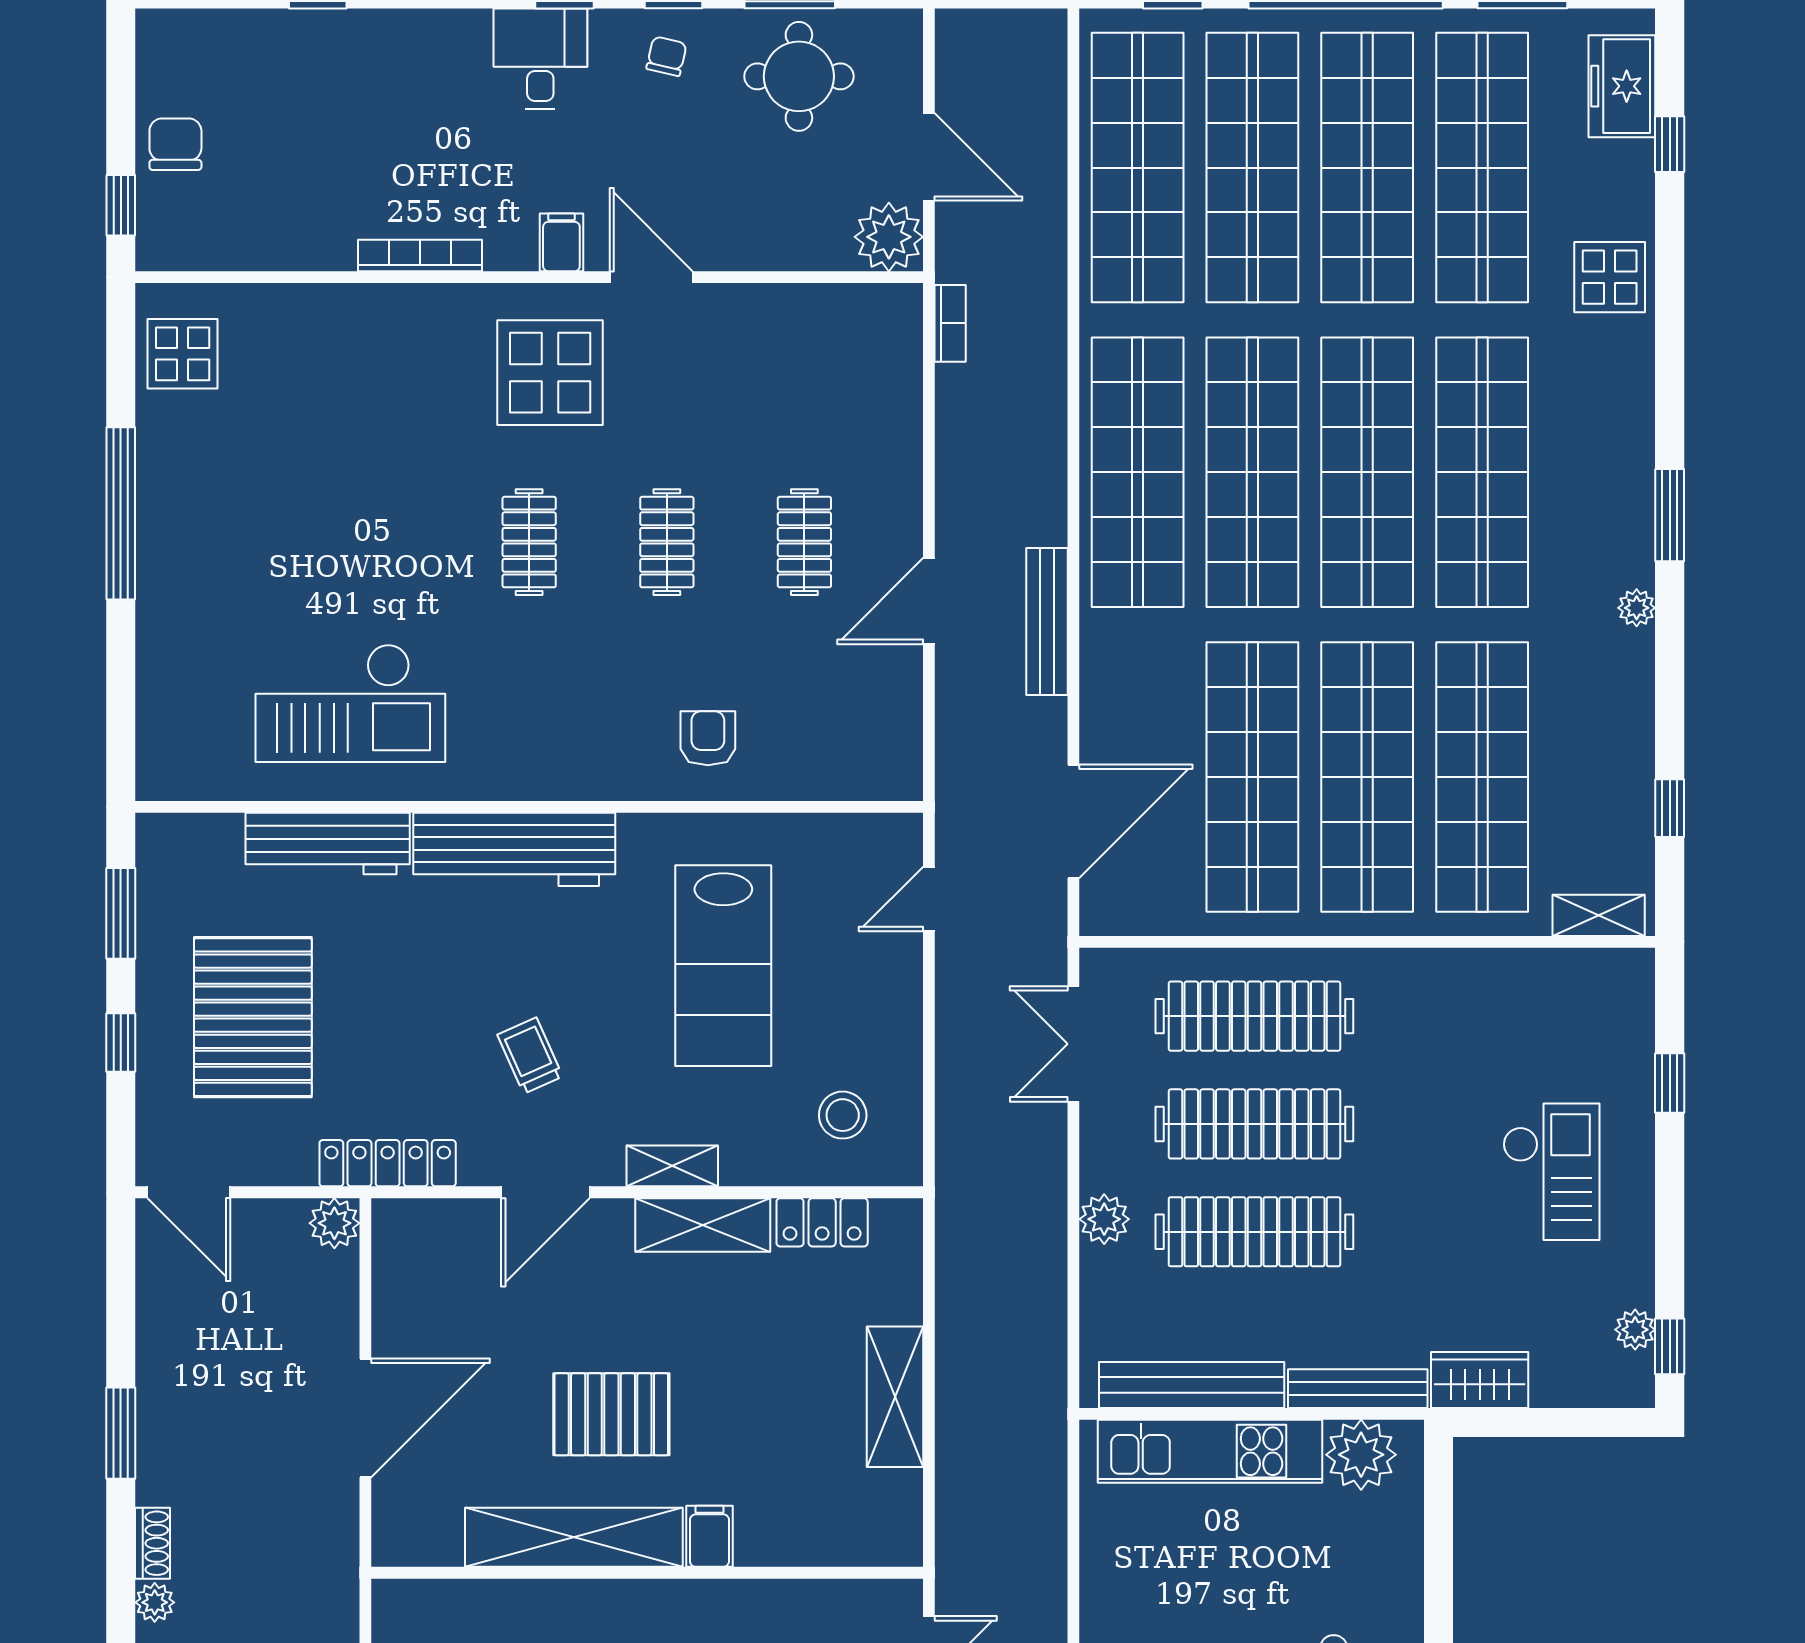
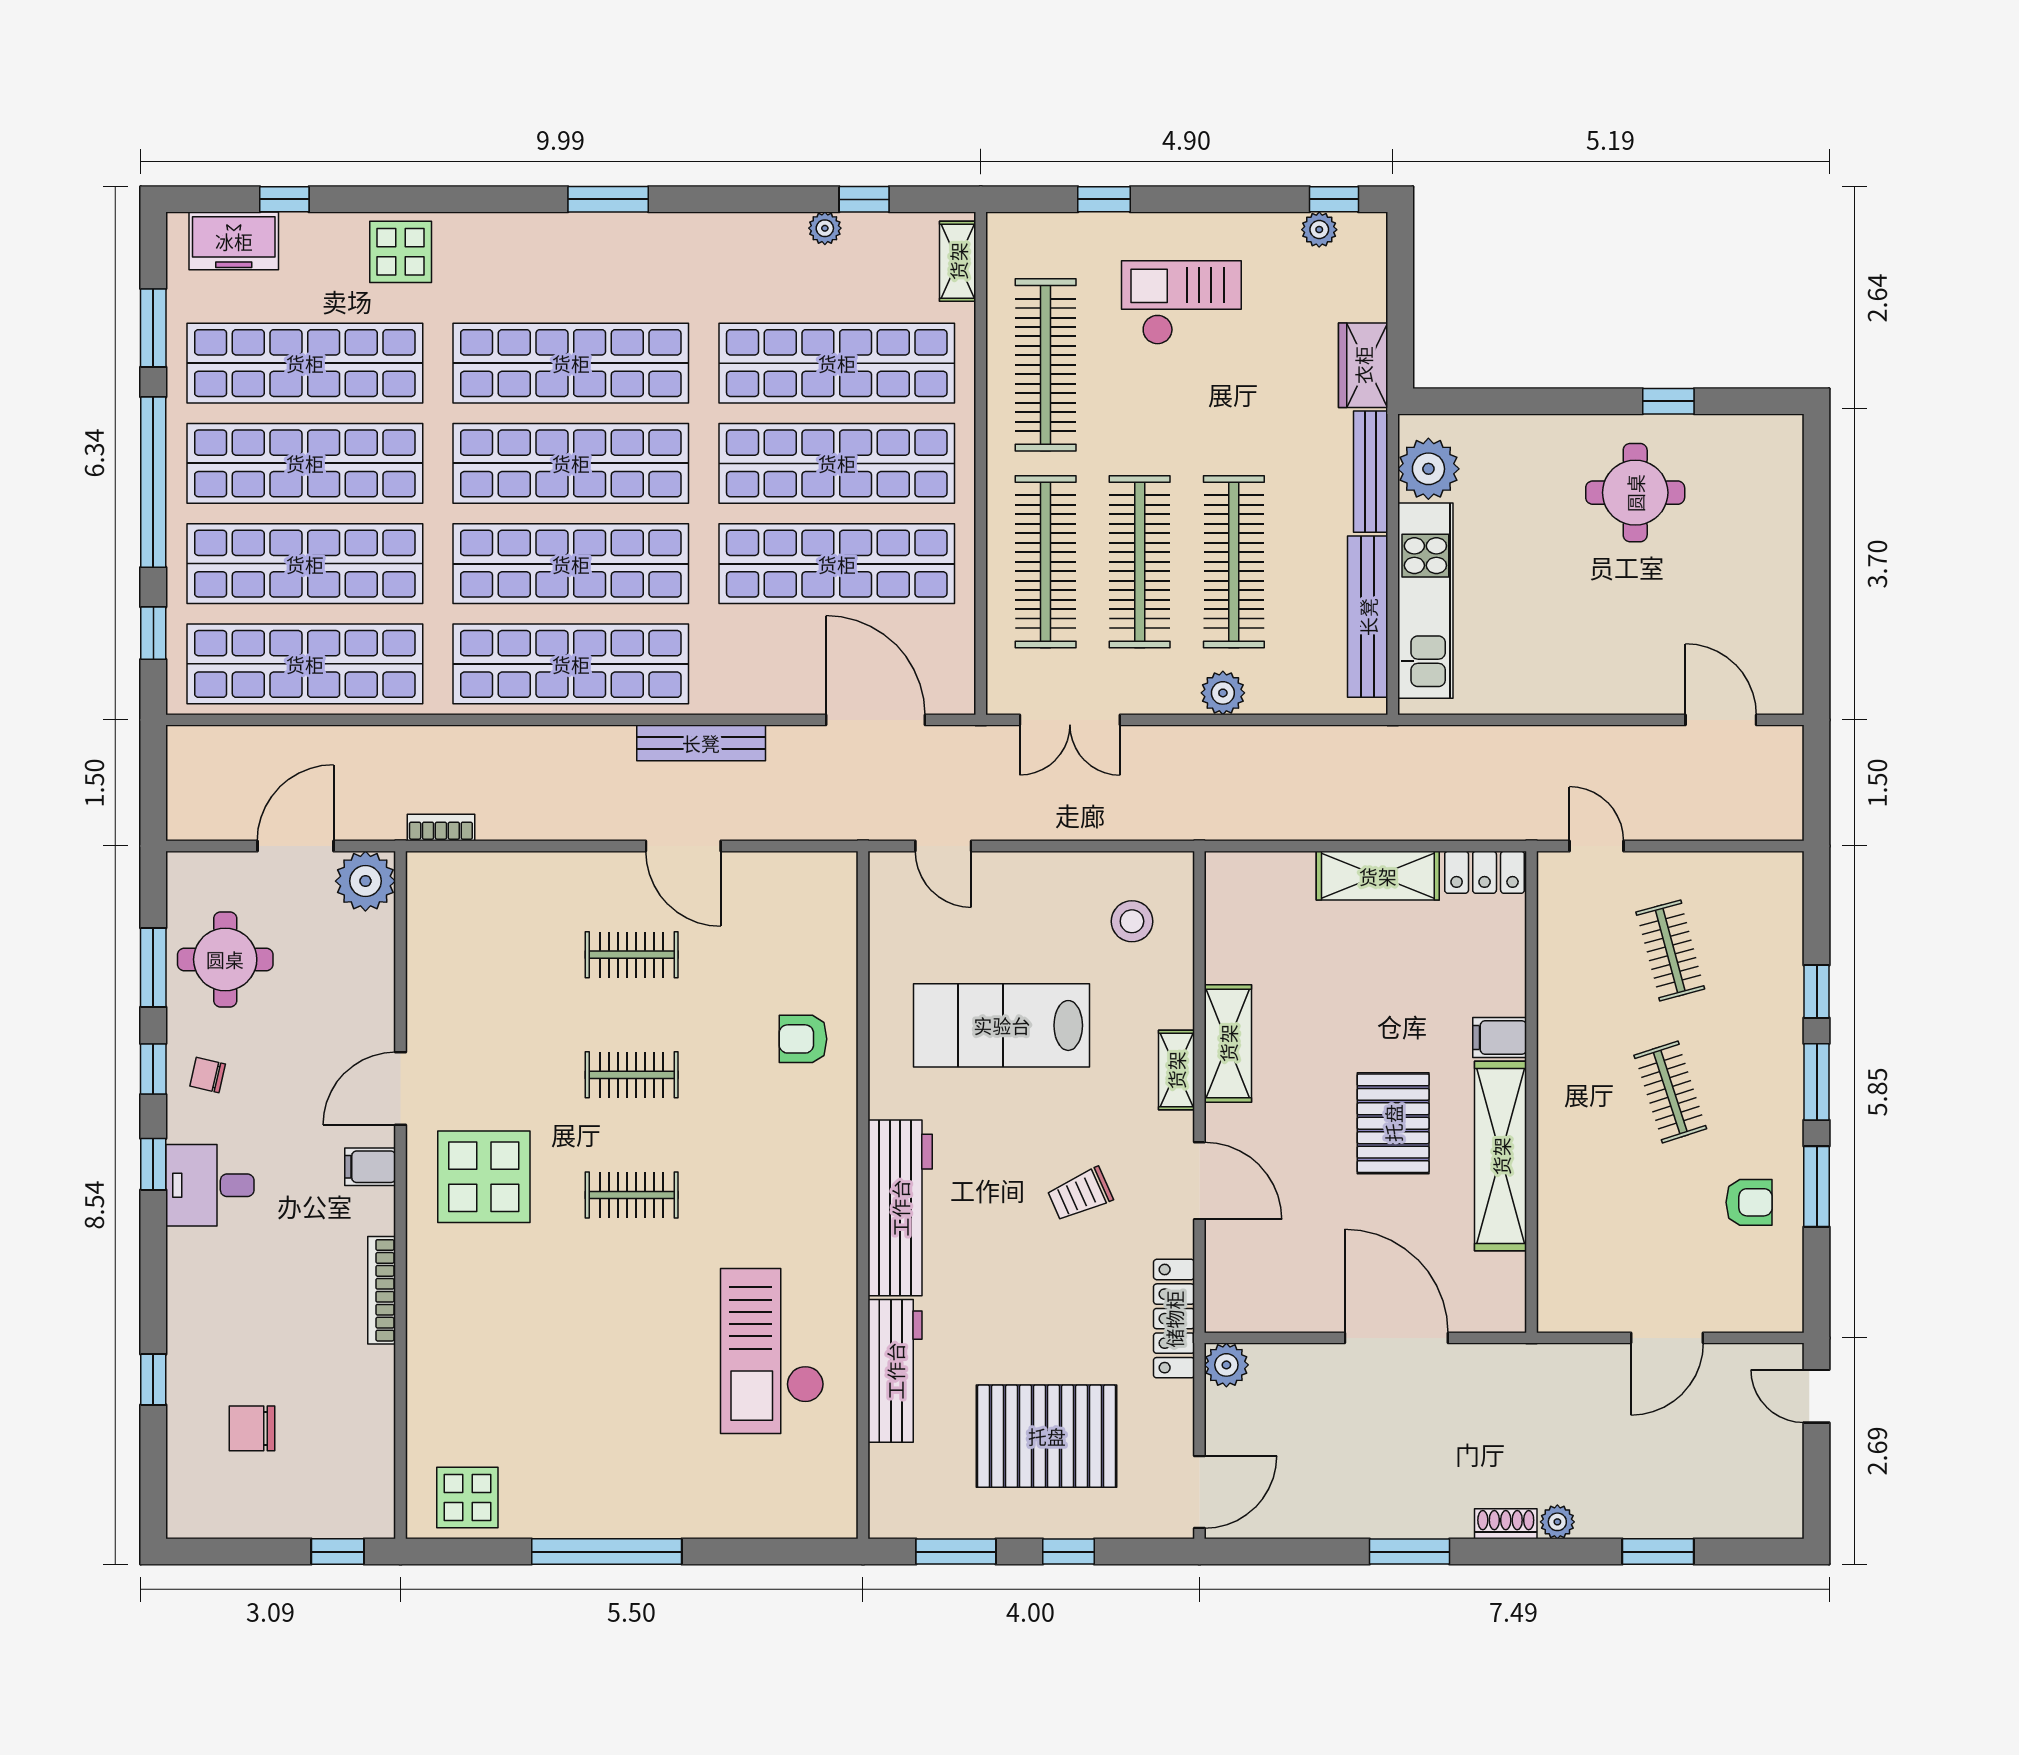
chair: (175, 144) -> (252, 1428), moved
plant: (1637, 608) -> (825, 228), moved
checkout: (350, 703) -> (772, 1351), turned 180
lab bench: (723, 966) -> (1002, 1025), turned 180
clothes rail: (1480, 1016) -> (1046, 365), added
locker: (822, 1222) -> (1485, 872), moved, turned 90

